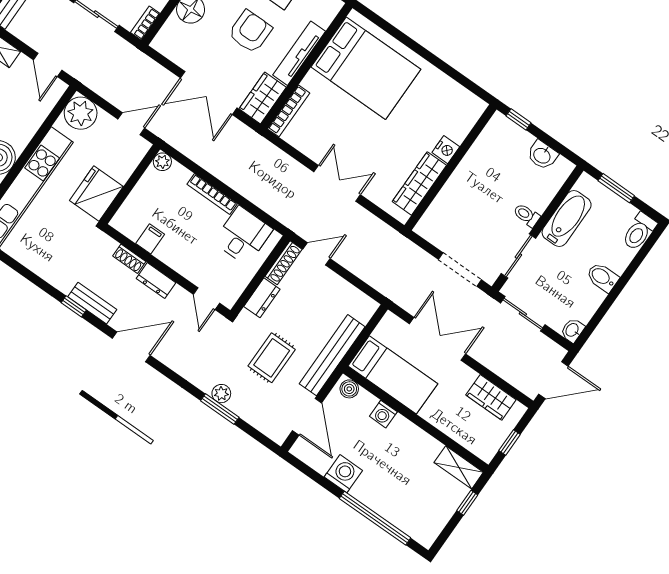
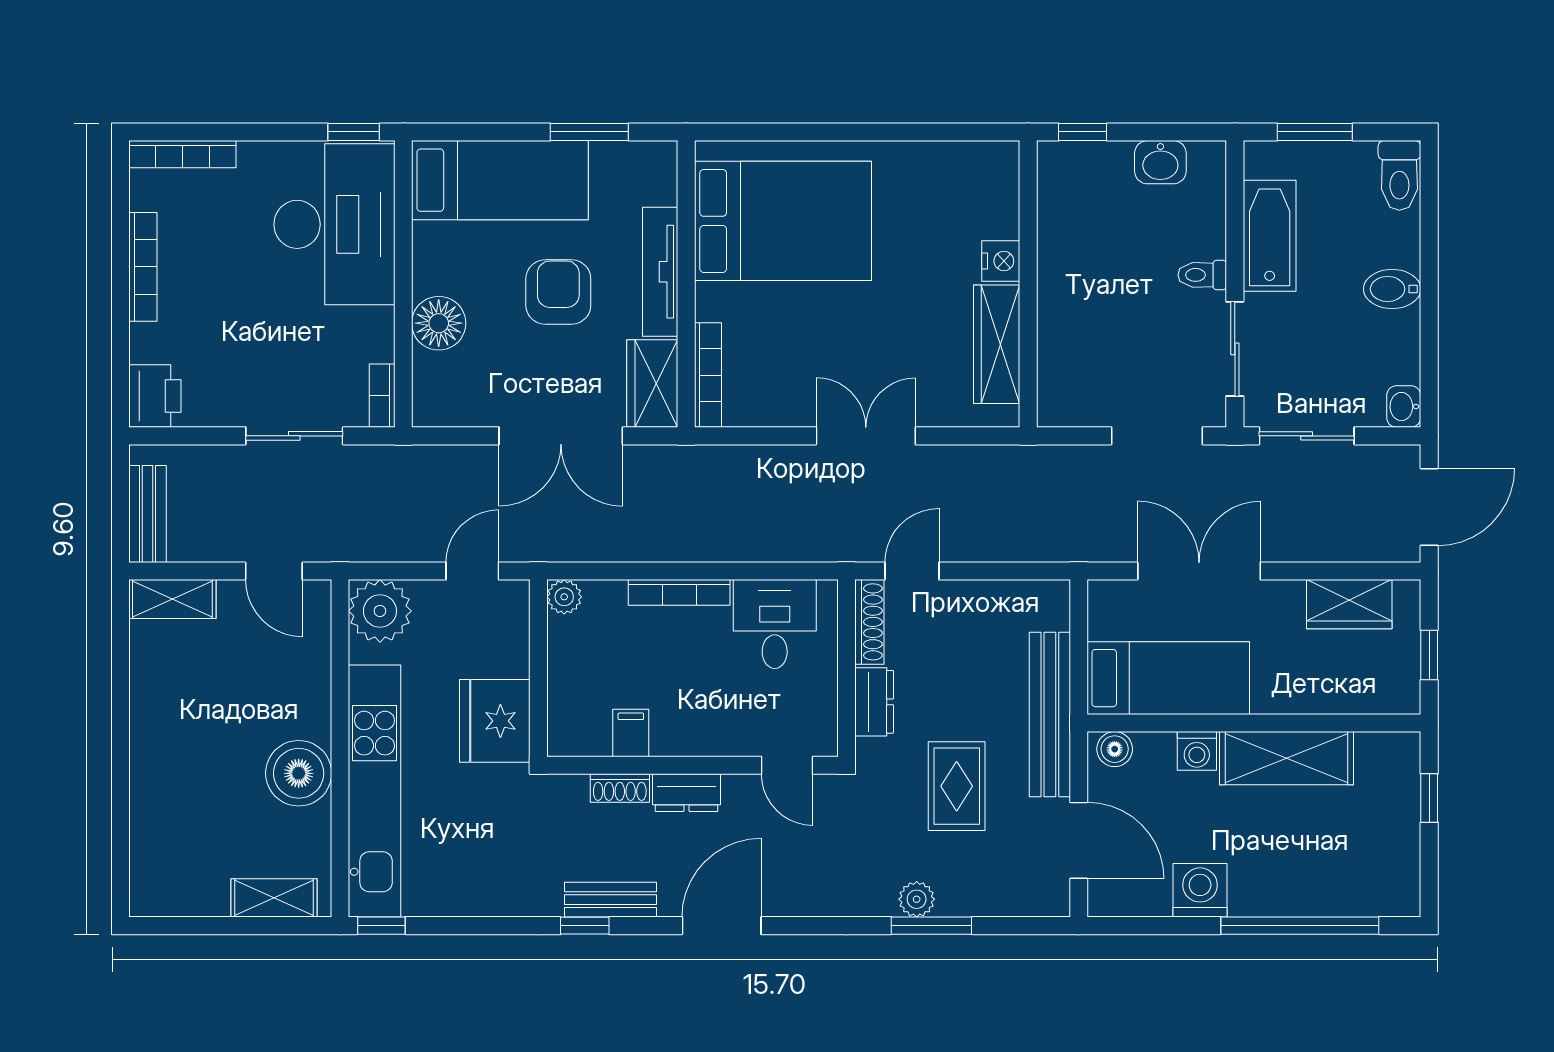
shelving: (459, 467) -> (1287, 758), moved, width x1.50, depth x1.33

